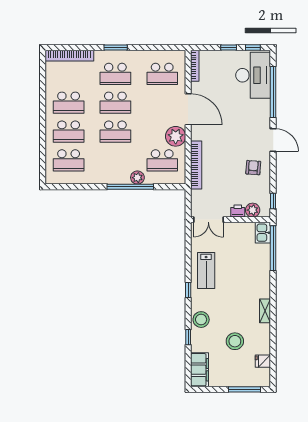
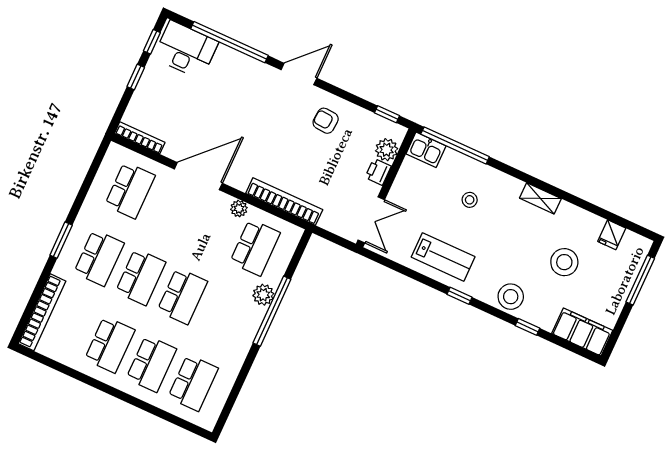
desk: (253, 75) -> (186, 50), width x0.73, depth x0.77
plant: (176, 136) -> (239, 209), width x0.53, depth x0.53
stool: (246, 271) -> (470, 200), added

